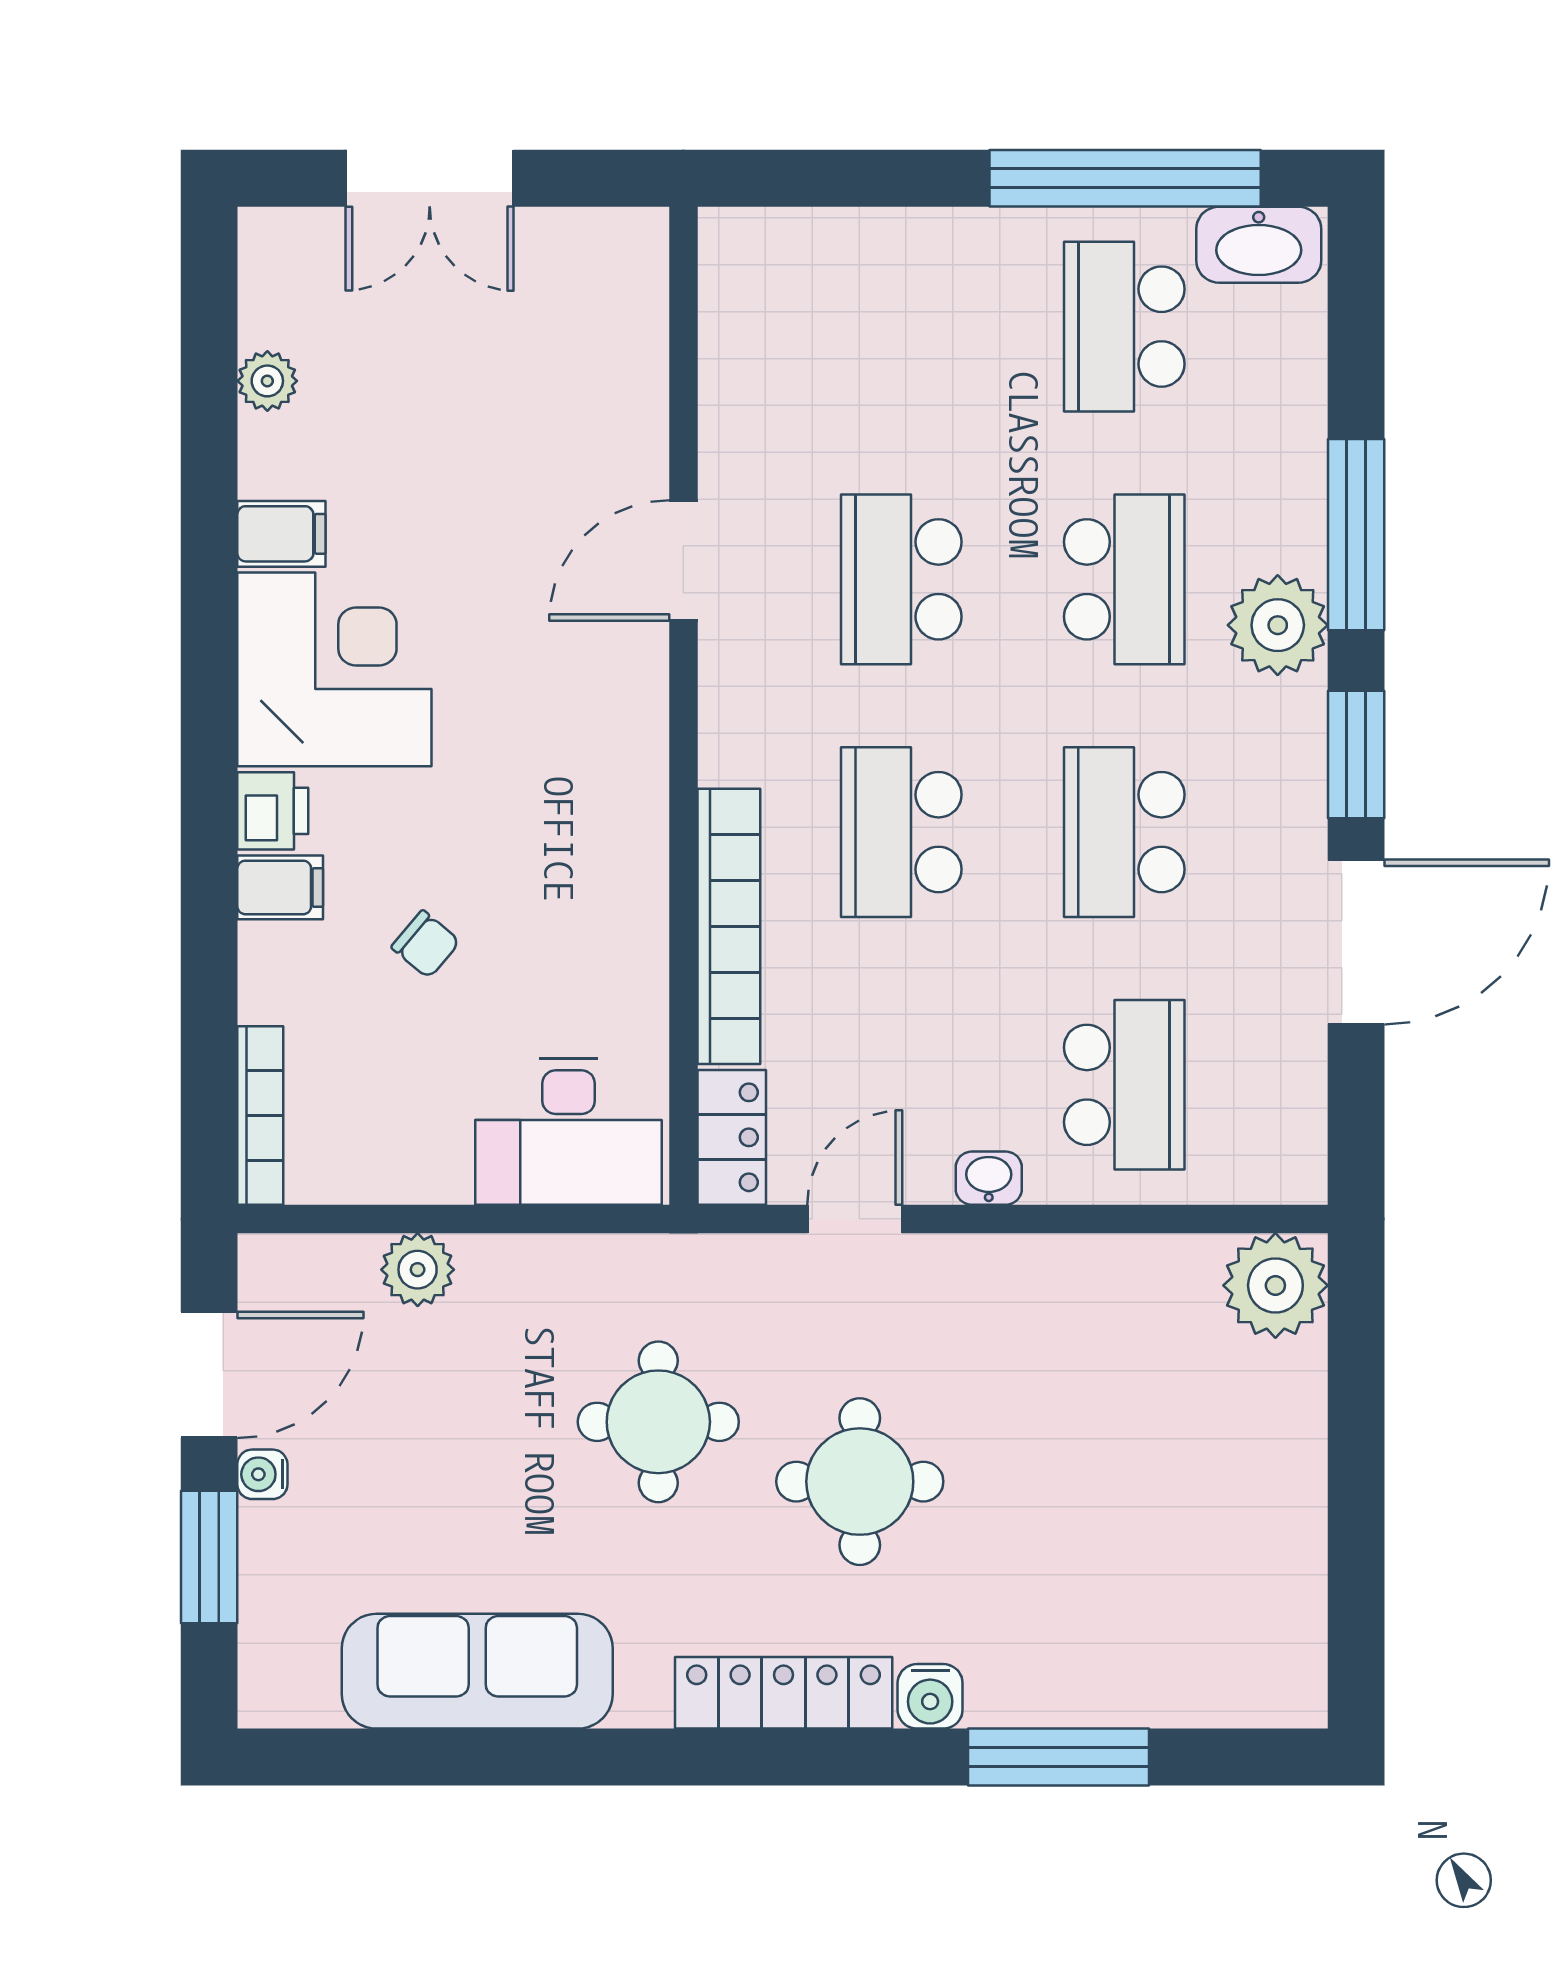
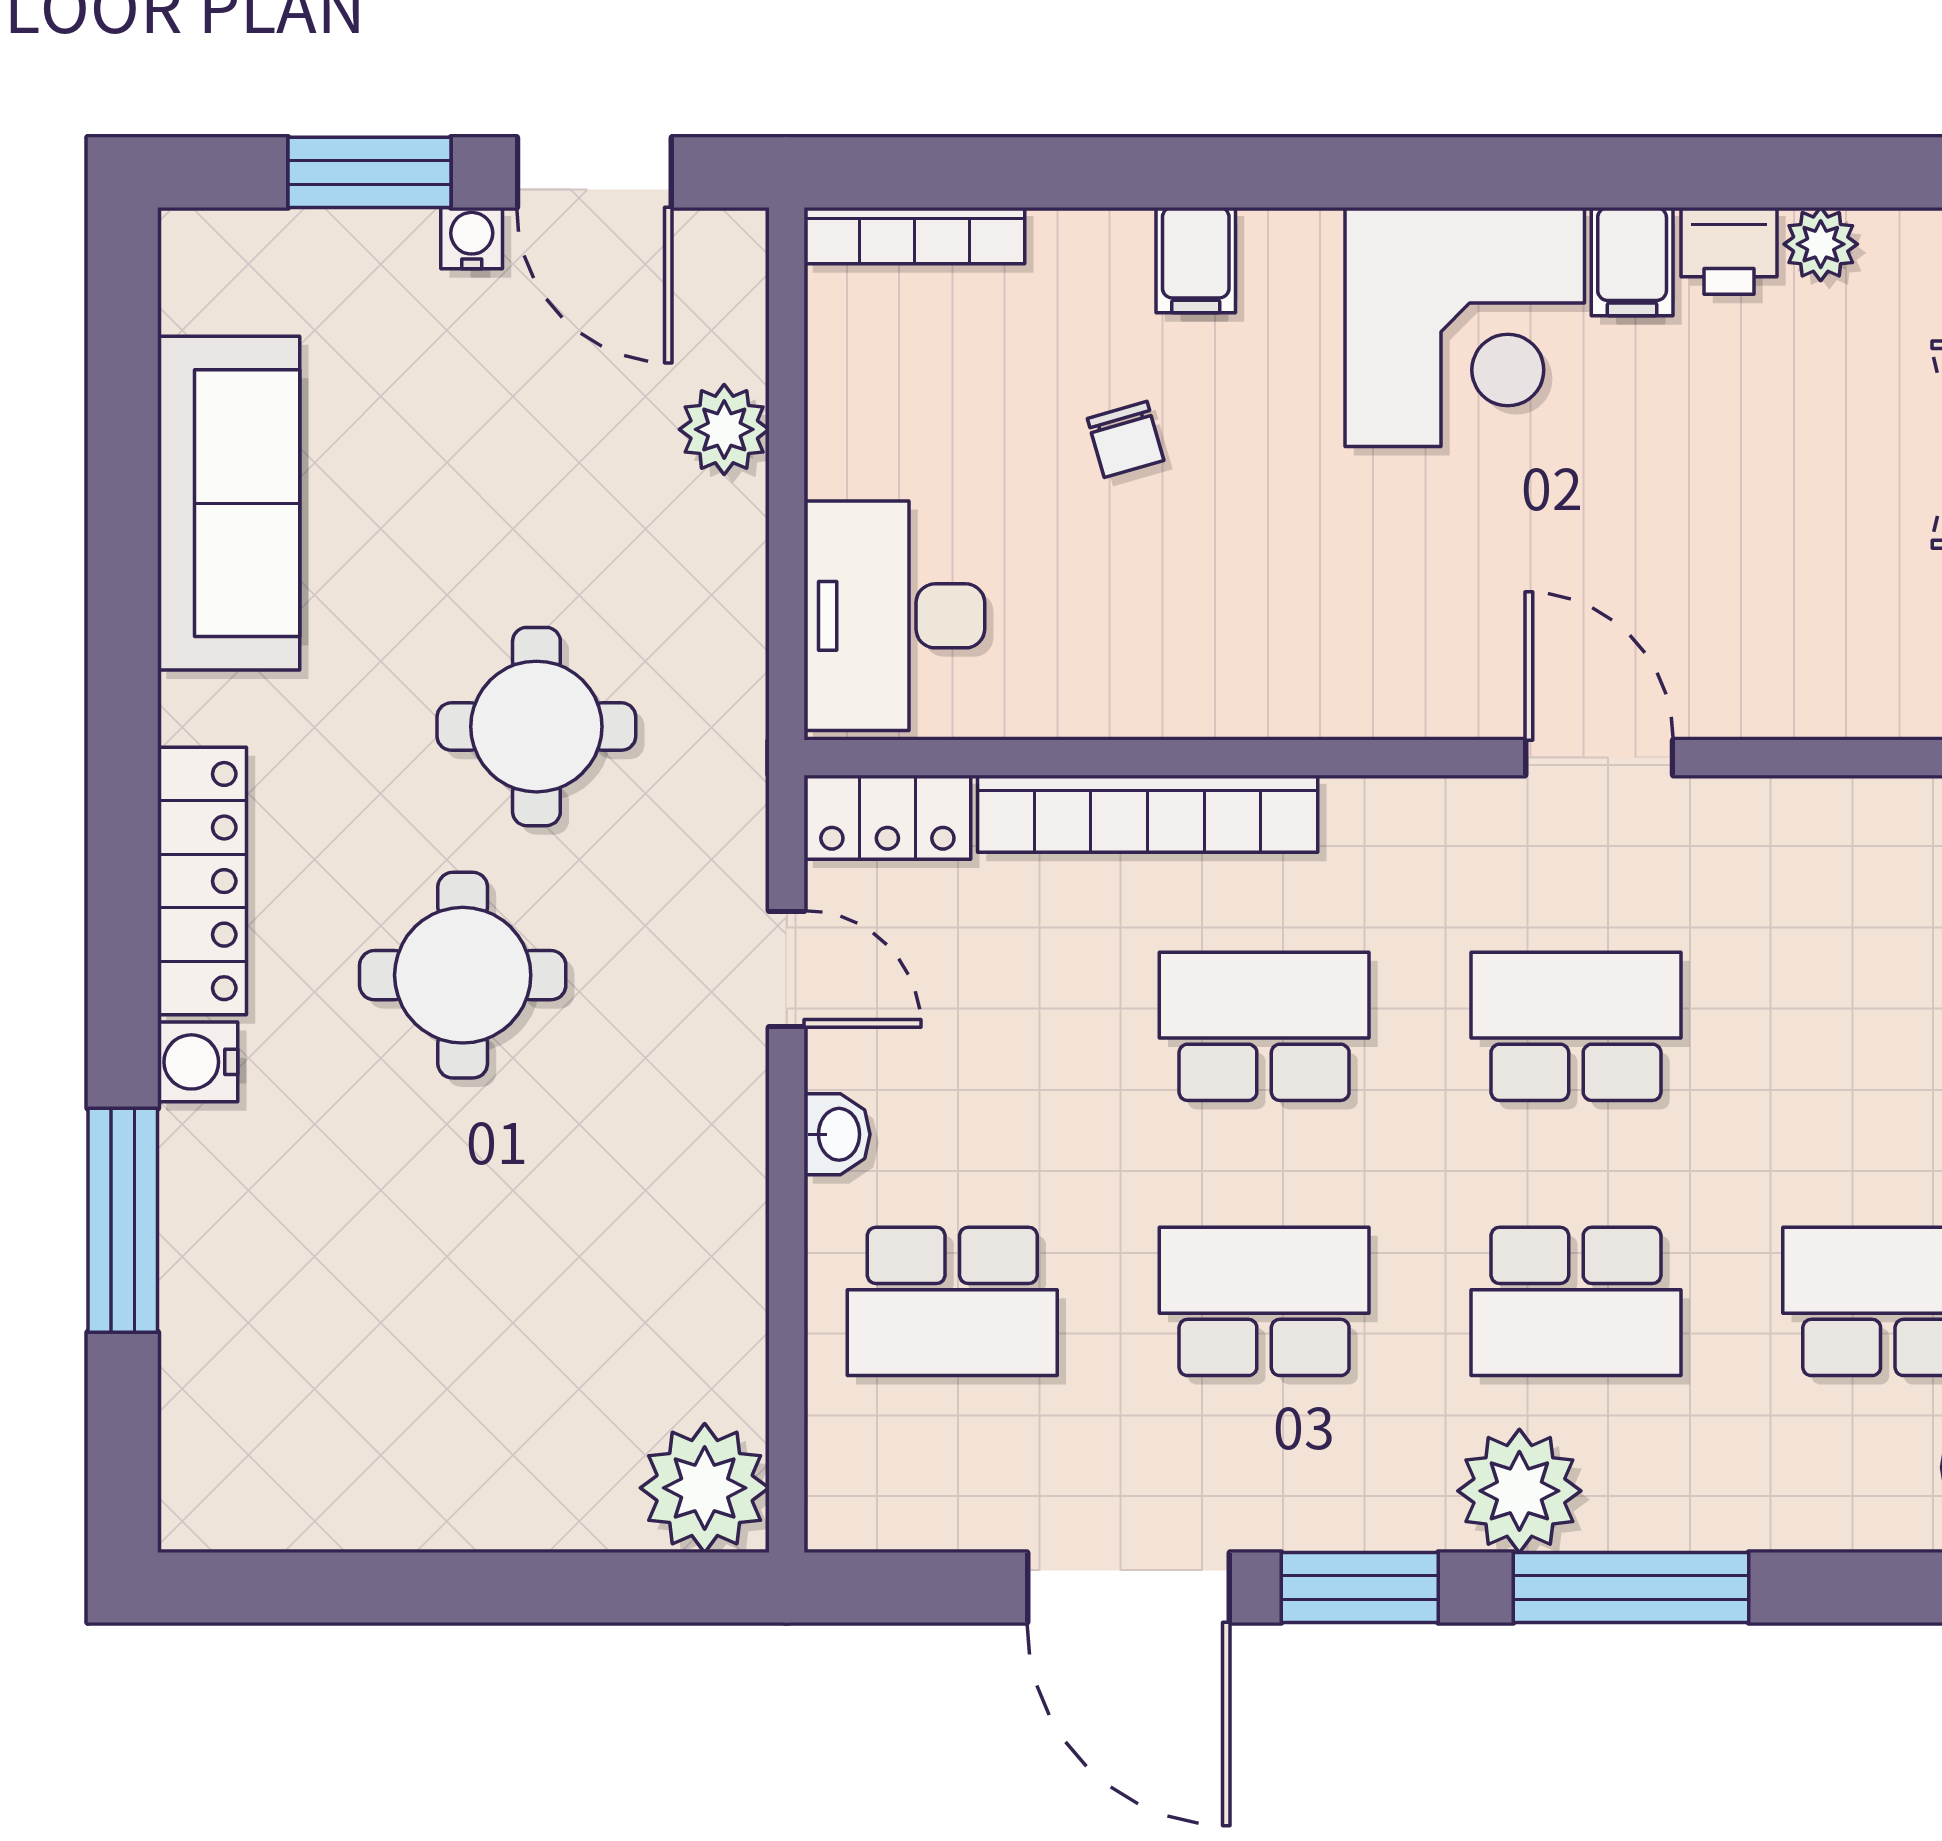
printer: (273, 811) -> (1729, 251), moved
chair: (426, 944) -> (1126, 439), turned -56

